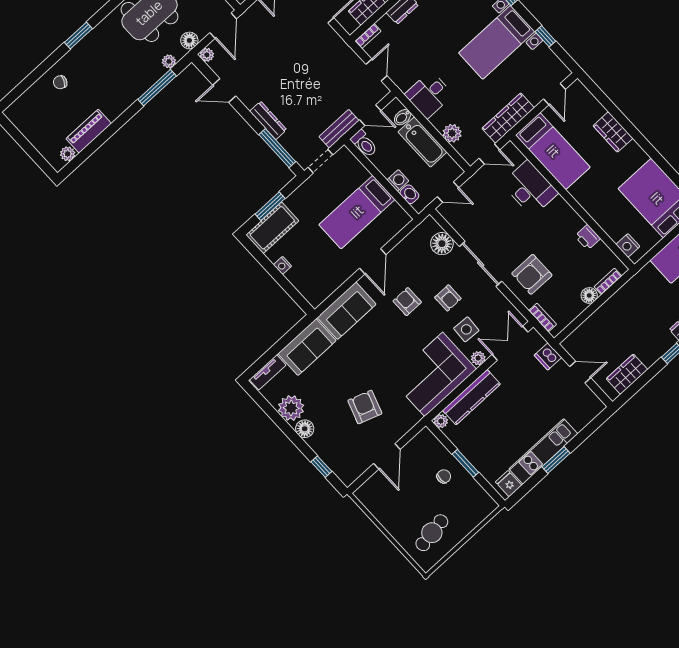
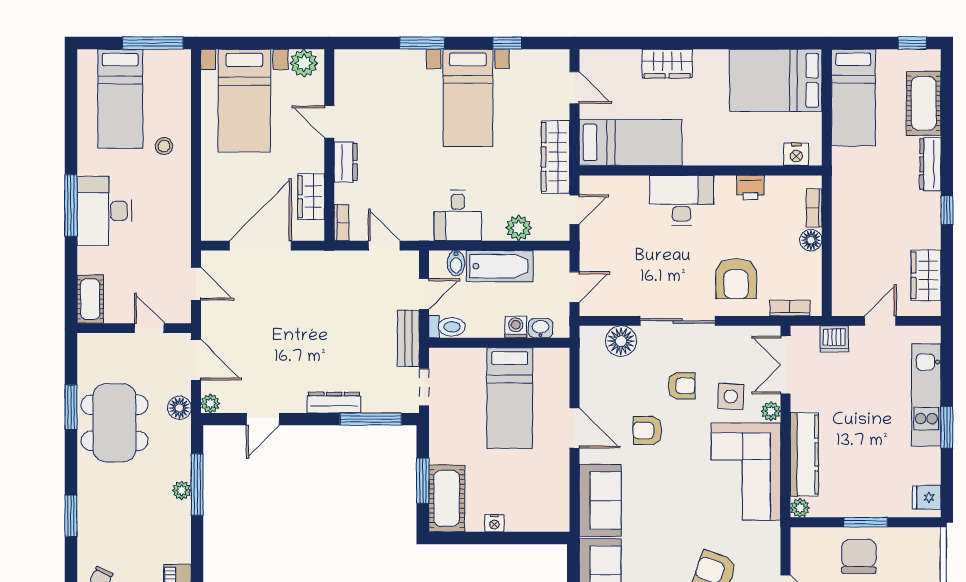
plant: (169, 61) -> (182, 490), moved
desk: (530, 188) -> (682, 200), moved
kitchen unit: (543, 451) -> (926, 395), moved
chair: (444, 476) -> (859, 556), width x1.87, depth x1.87

